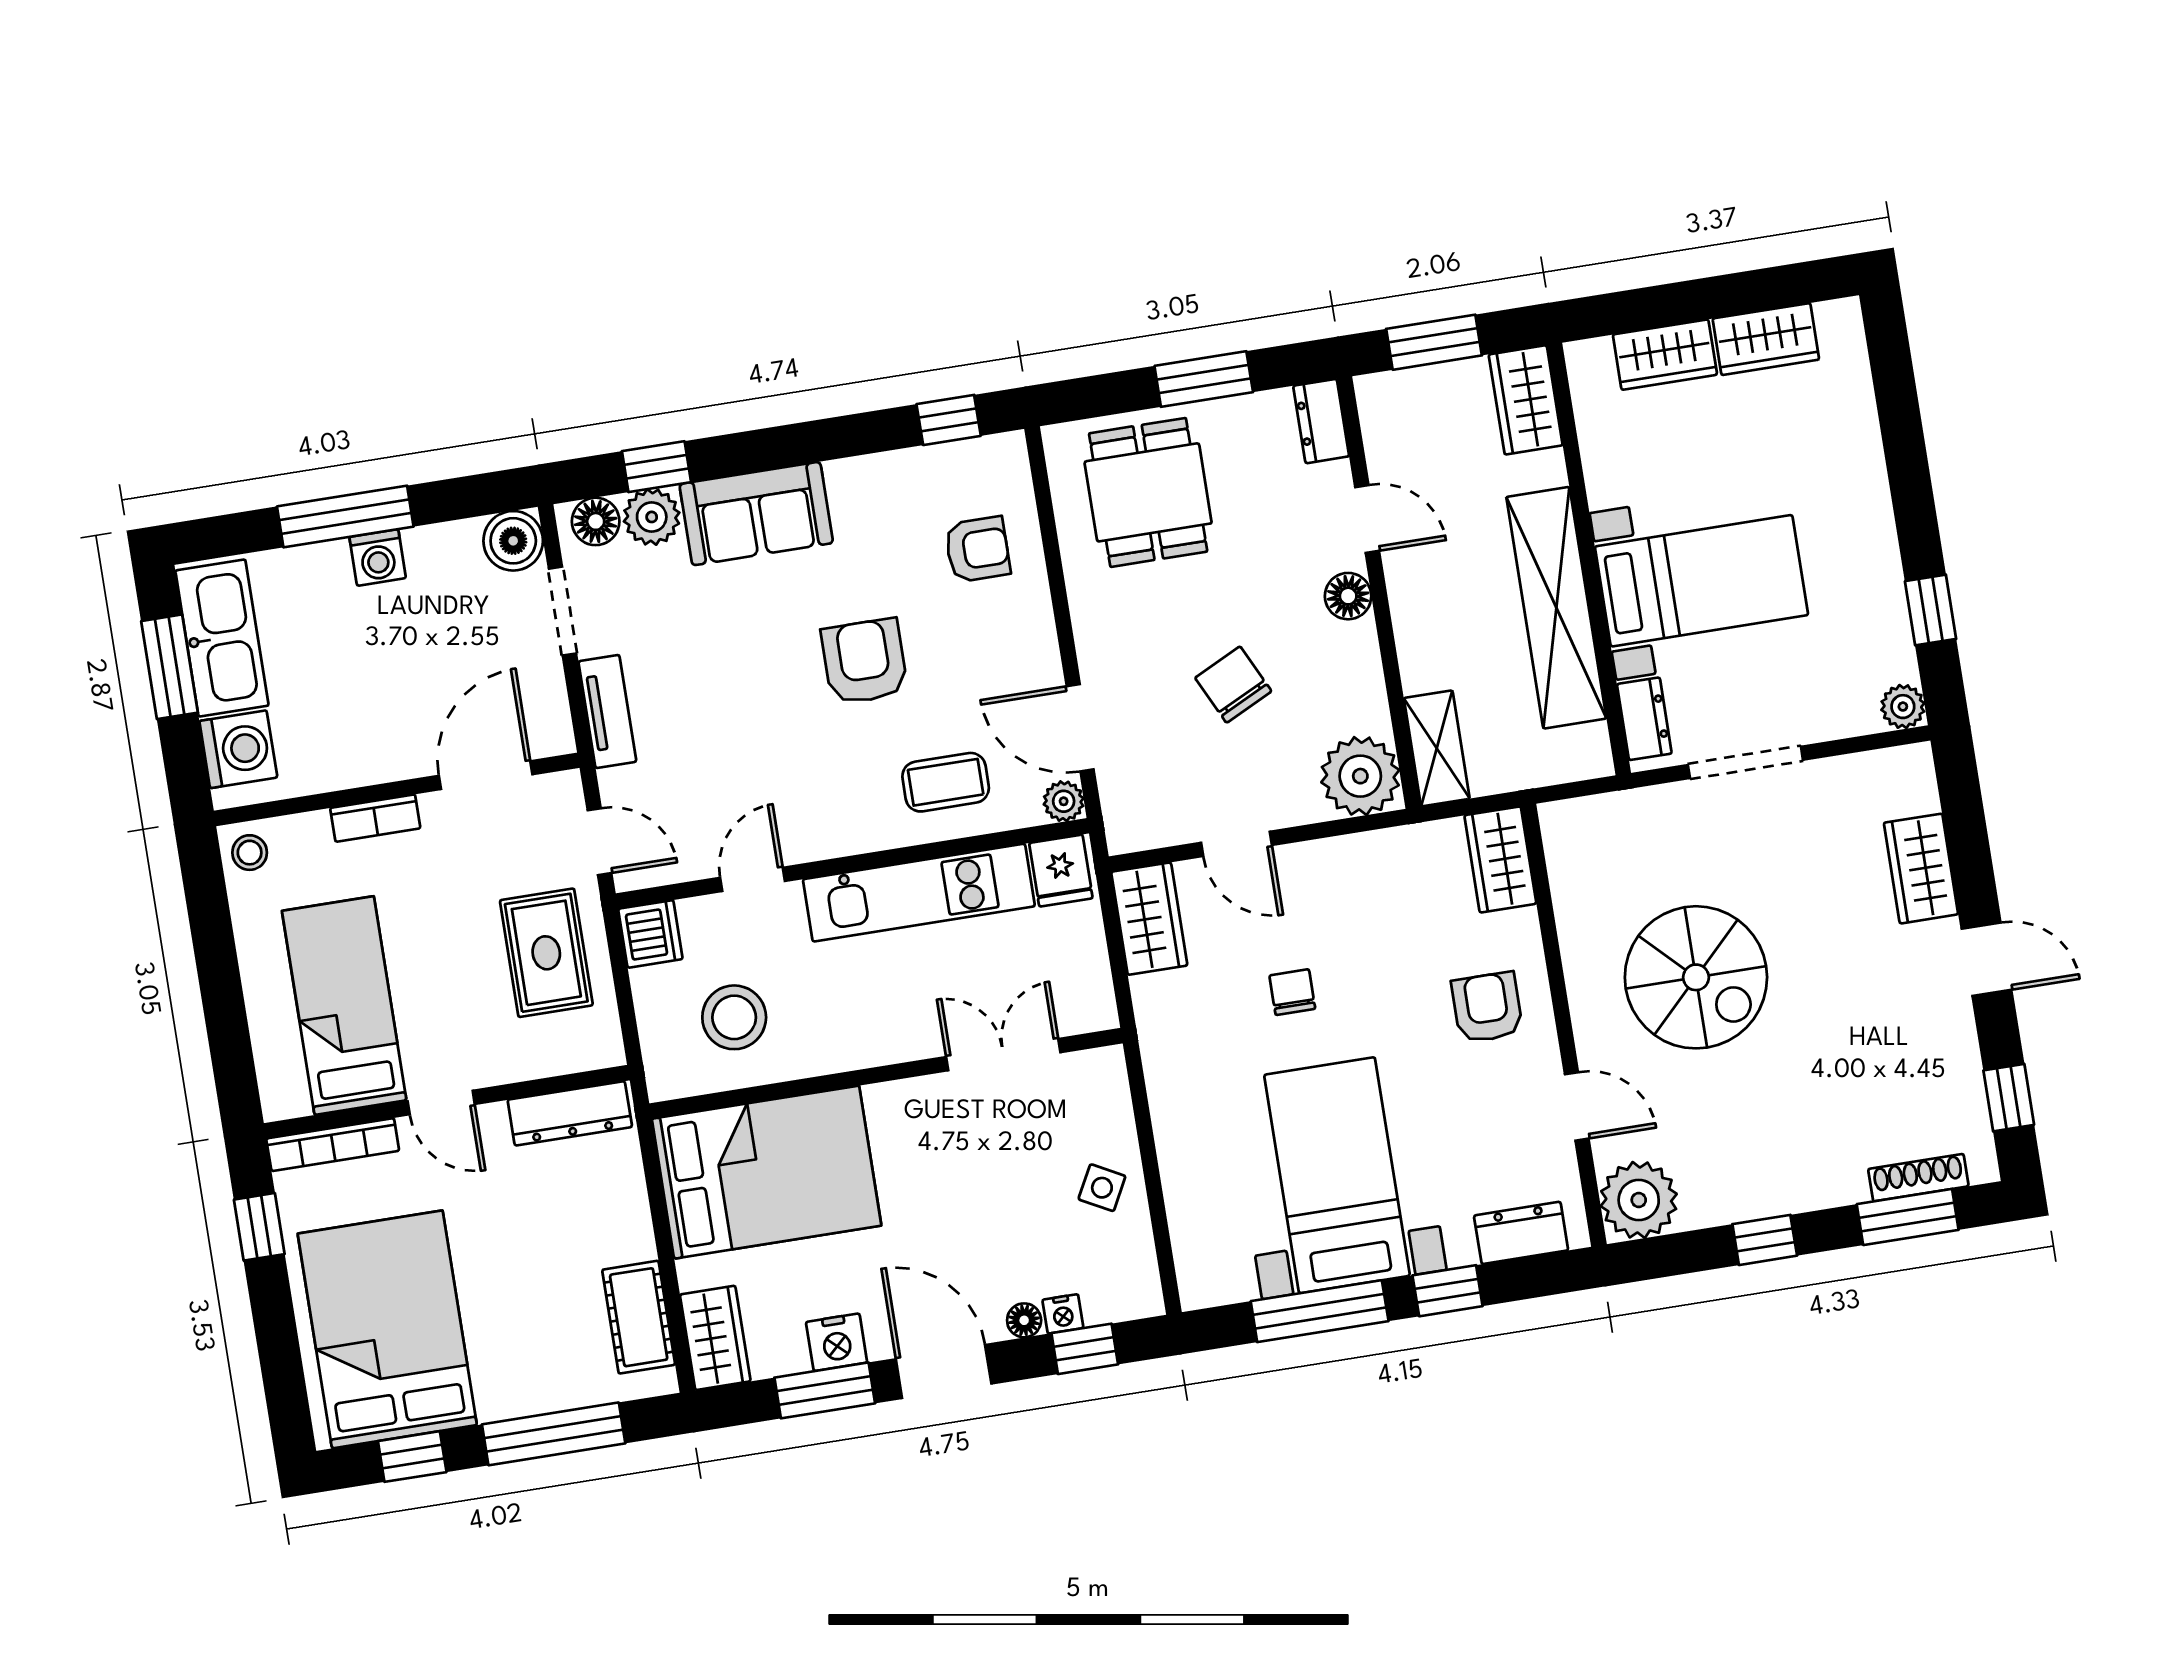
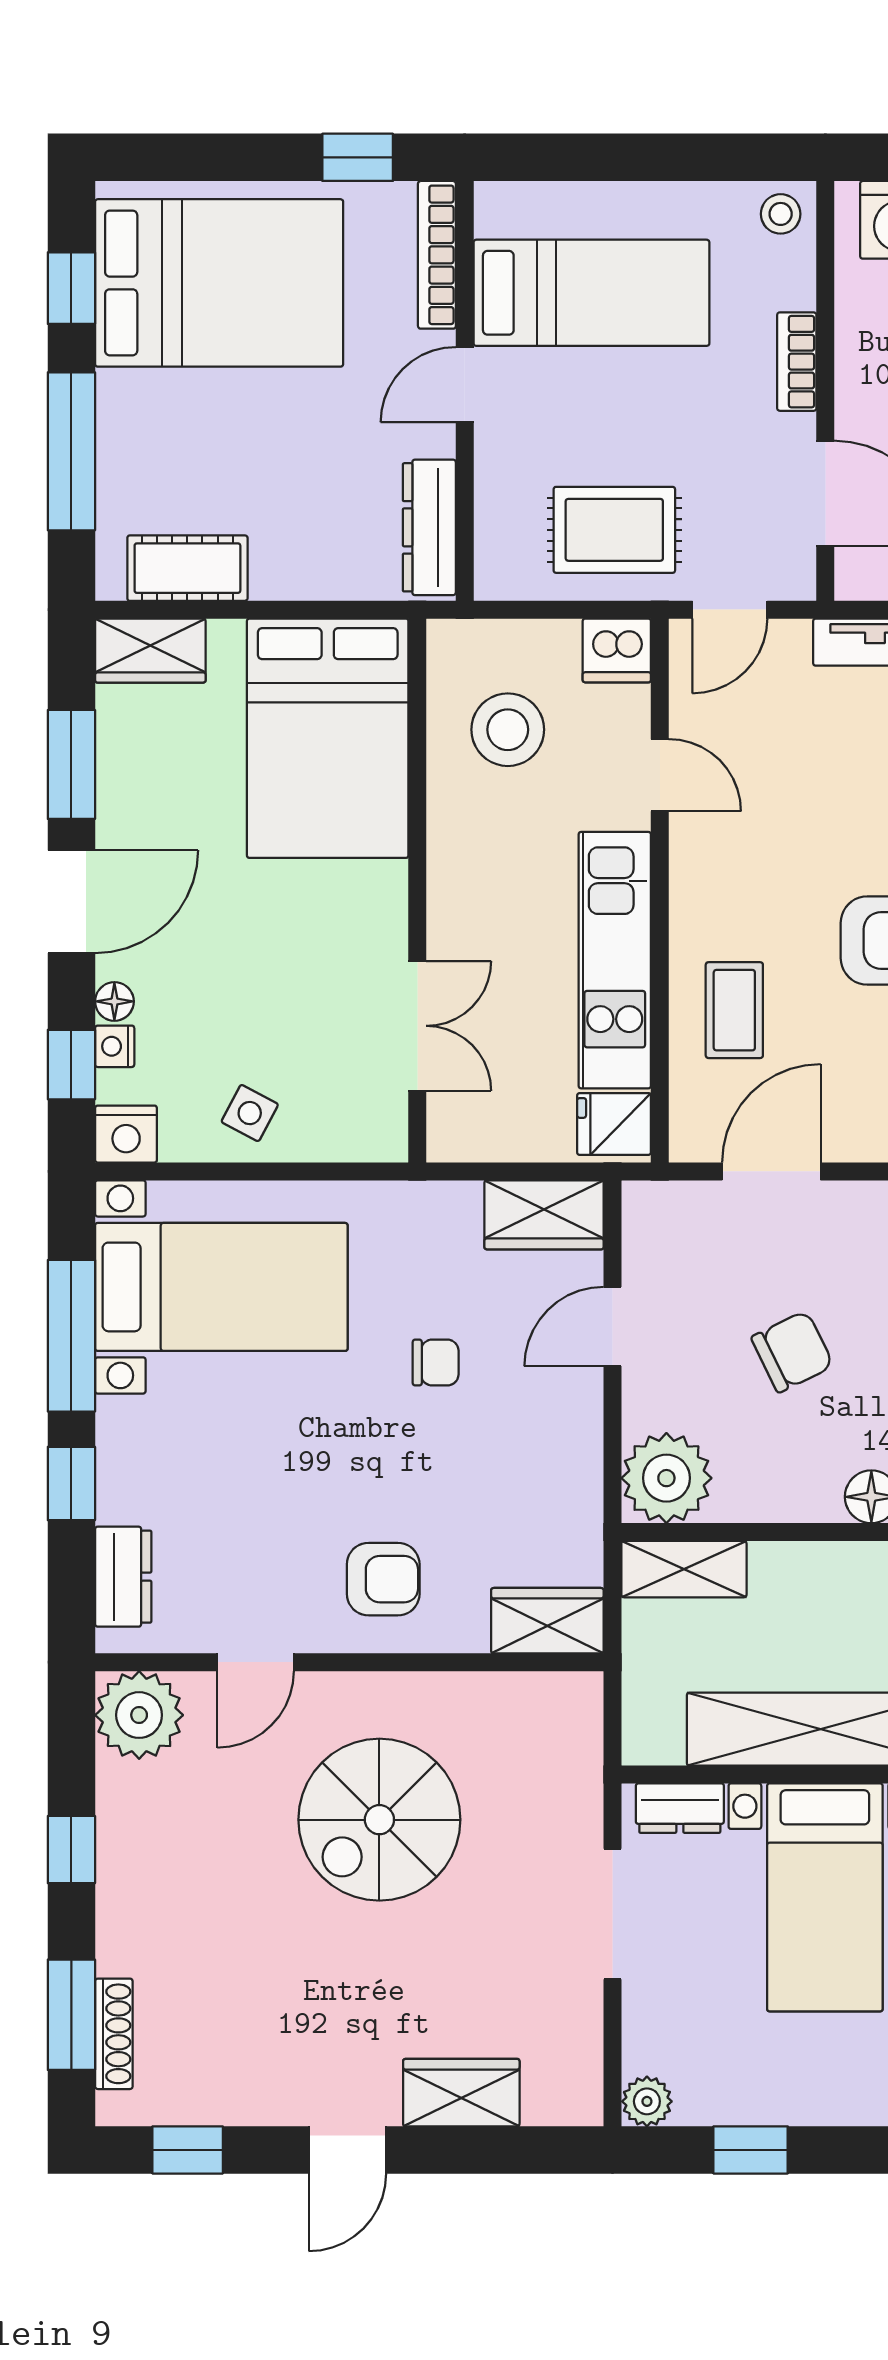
plant: (1064, 801) -> (692, 1140), removed
bed with nightstands: (1337, 1175) -> (221, 1287), moved
nightstand: (837, 1342) -> (126, 1134), moved, turned -90

